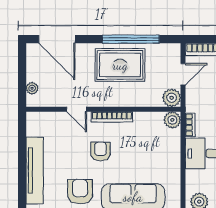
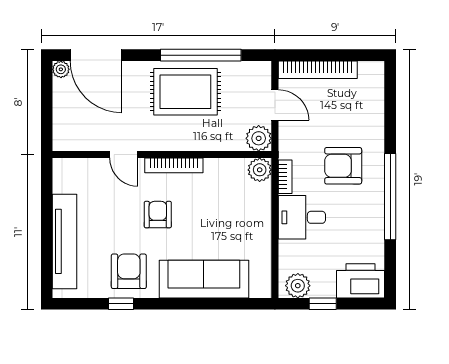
door: (183, 74) -> (275, 105), hinge flipped
plant: (32, 88) -> (61, 69), moved

